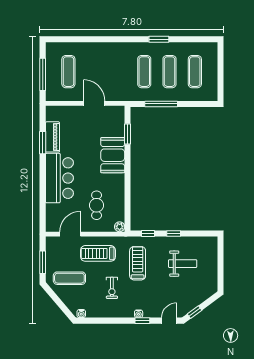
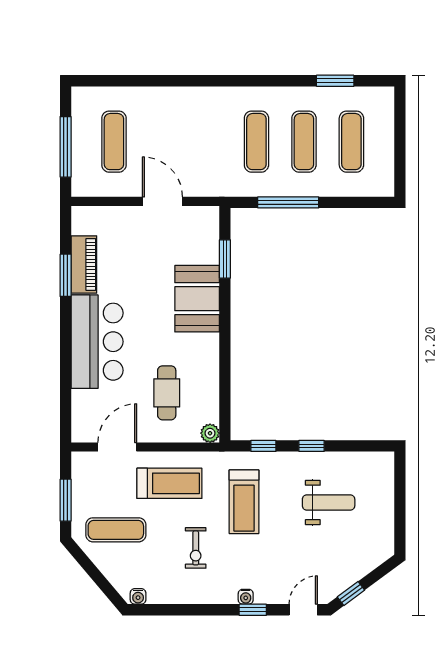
window: (159, 39) -> (335, 81), moved
treadmill: (98, 253) -> (169, 483), turned 180
treadmill: (138, 263) -> (244, 502), turned 180

